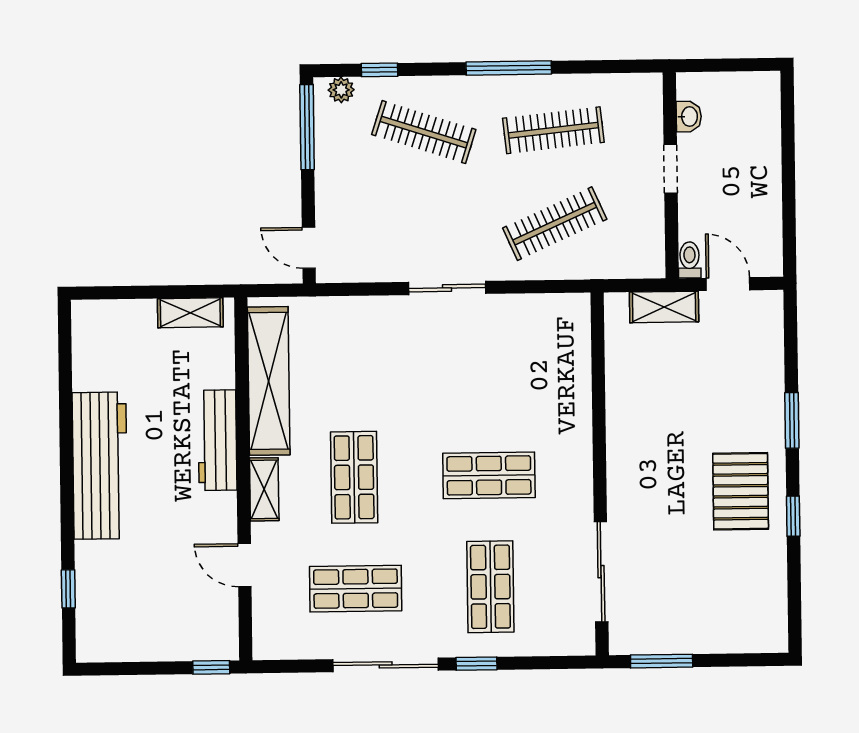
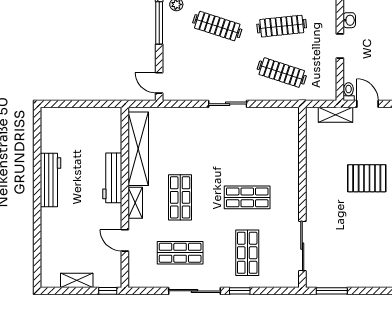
clothes rail: (555, 224) -> (282, 73), turned 42
shelving: (190, 313) -> (77, 280), moved
workbench: (100, 466) -> (50, 180), width x0.73, depth x0.76
pallet: (741, 491) -> (367, 178), moved, turned 90
window: (68, 589) -> (37, 251), removed

